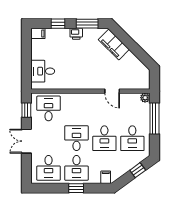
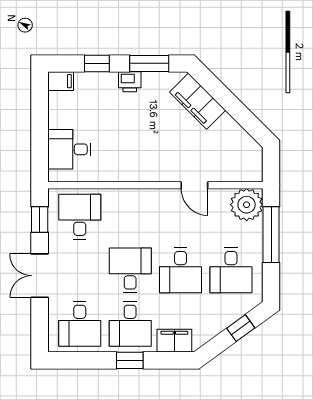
plant: (145, 98) -> (247, 205), width x1.88, depth x1.88
filing cabinet: (106, 177) -> (174, 341), width x2.00

